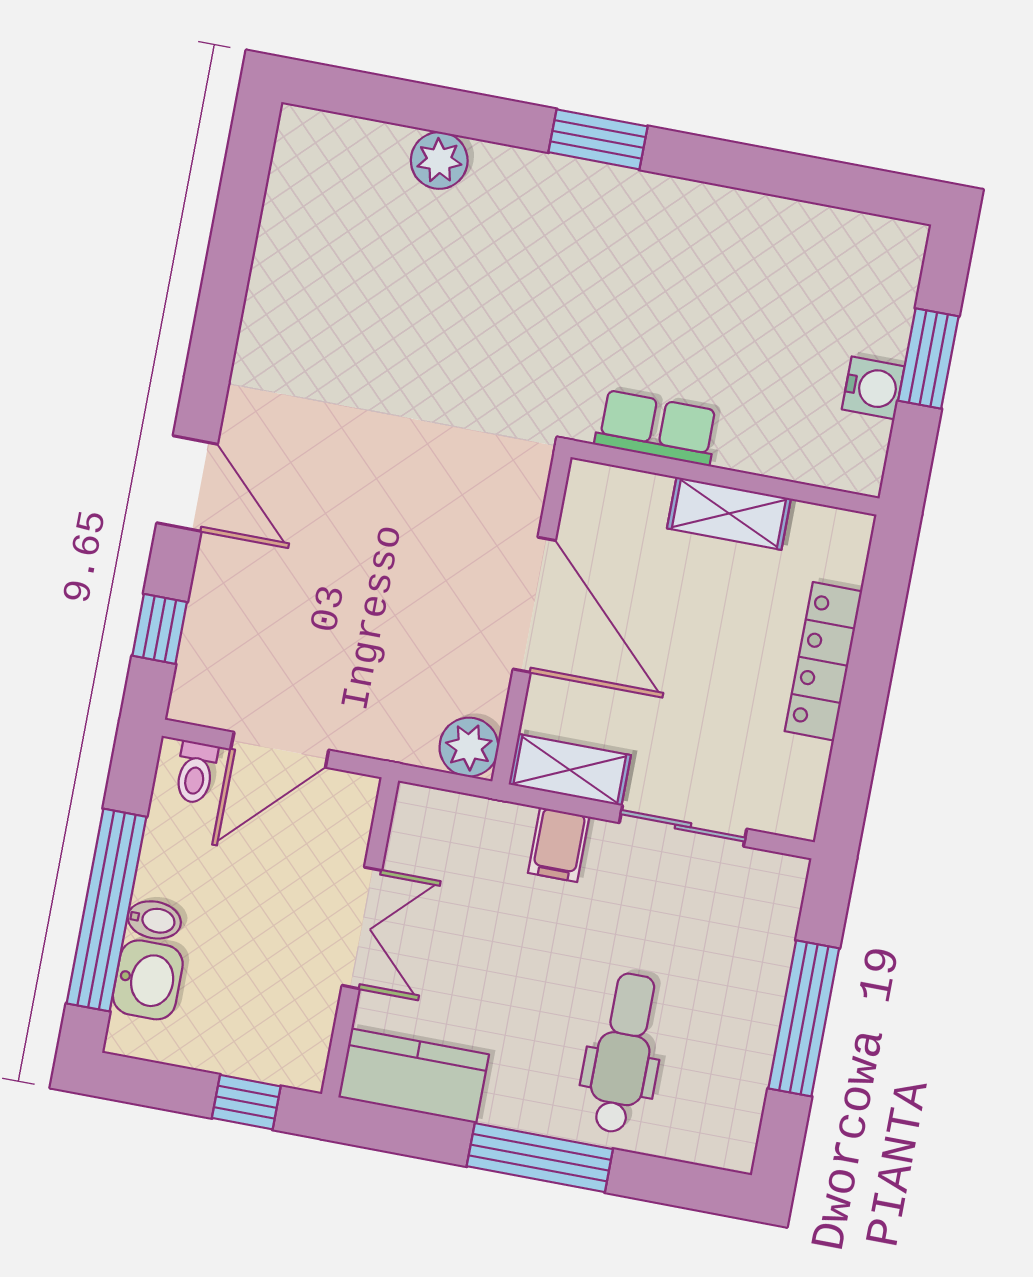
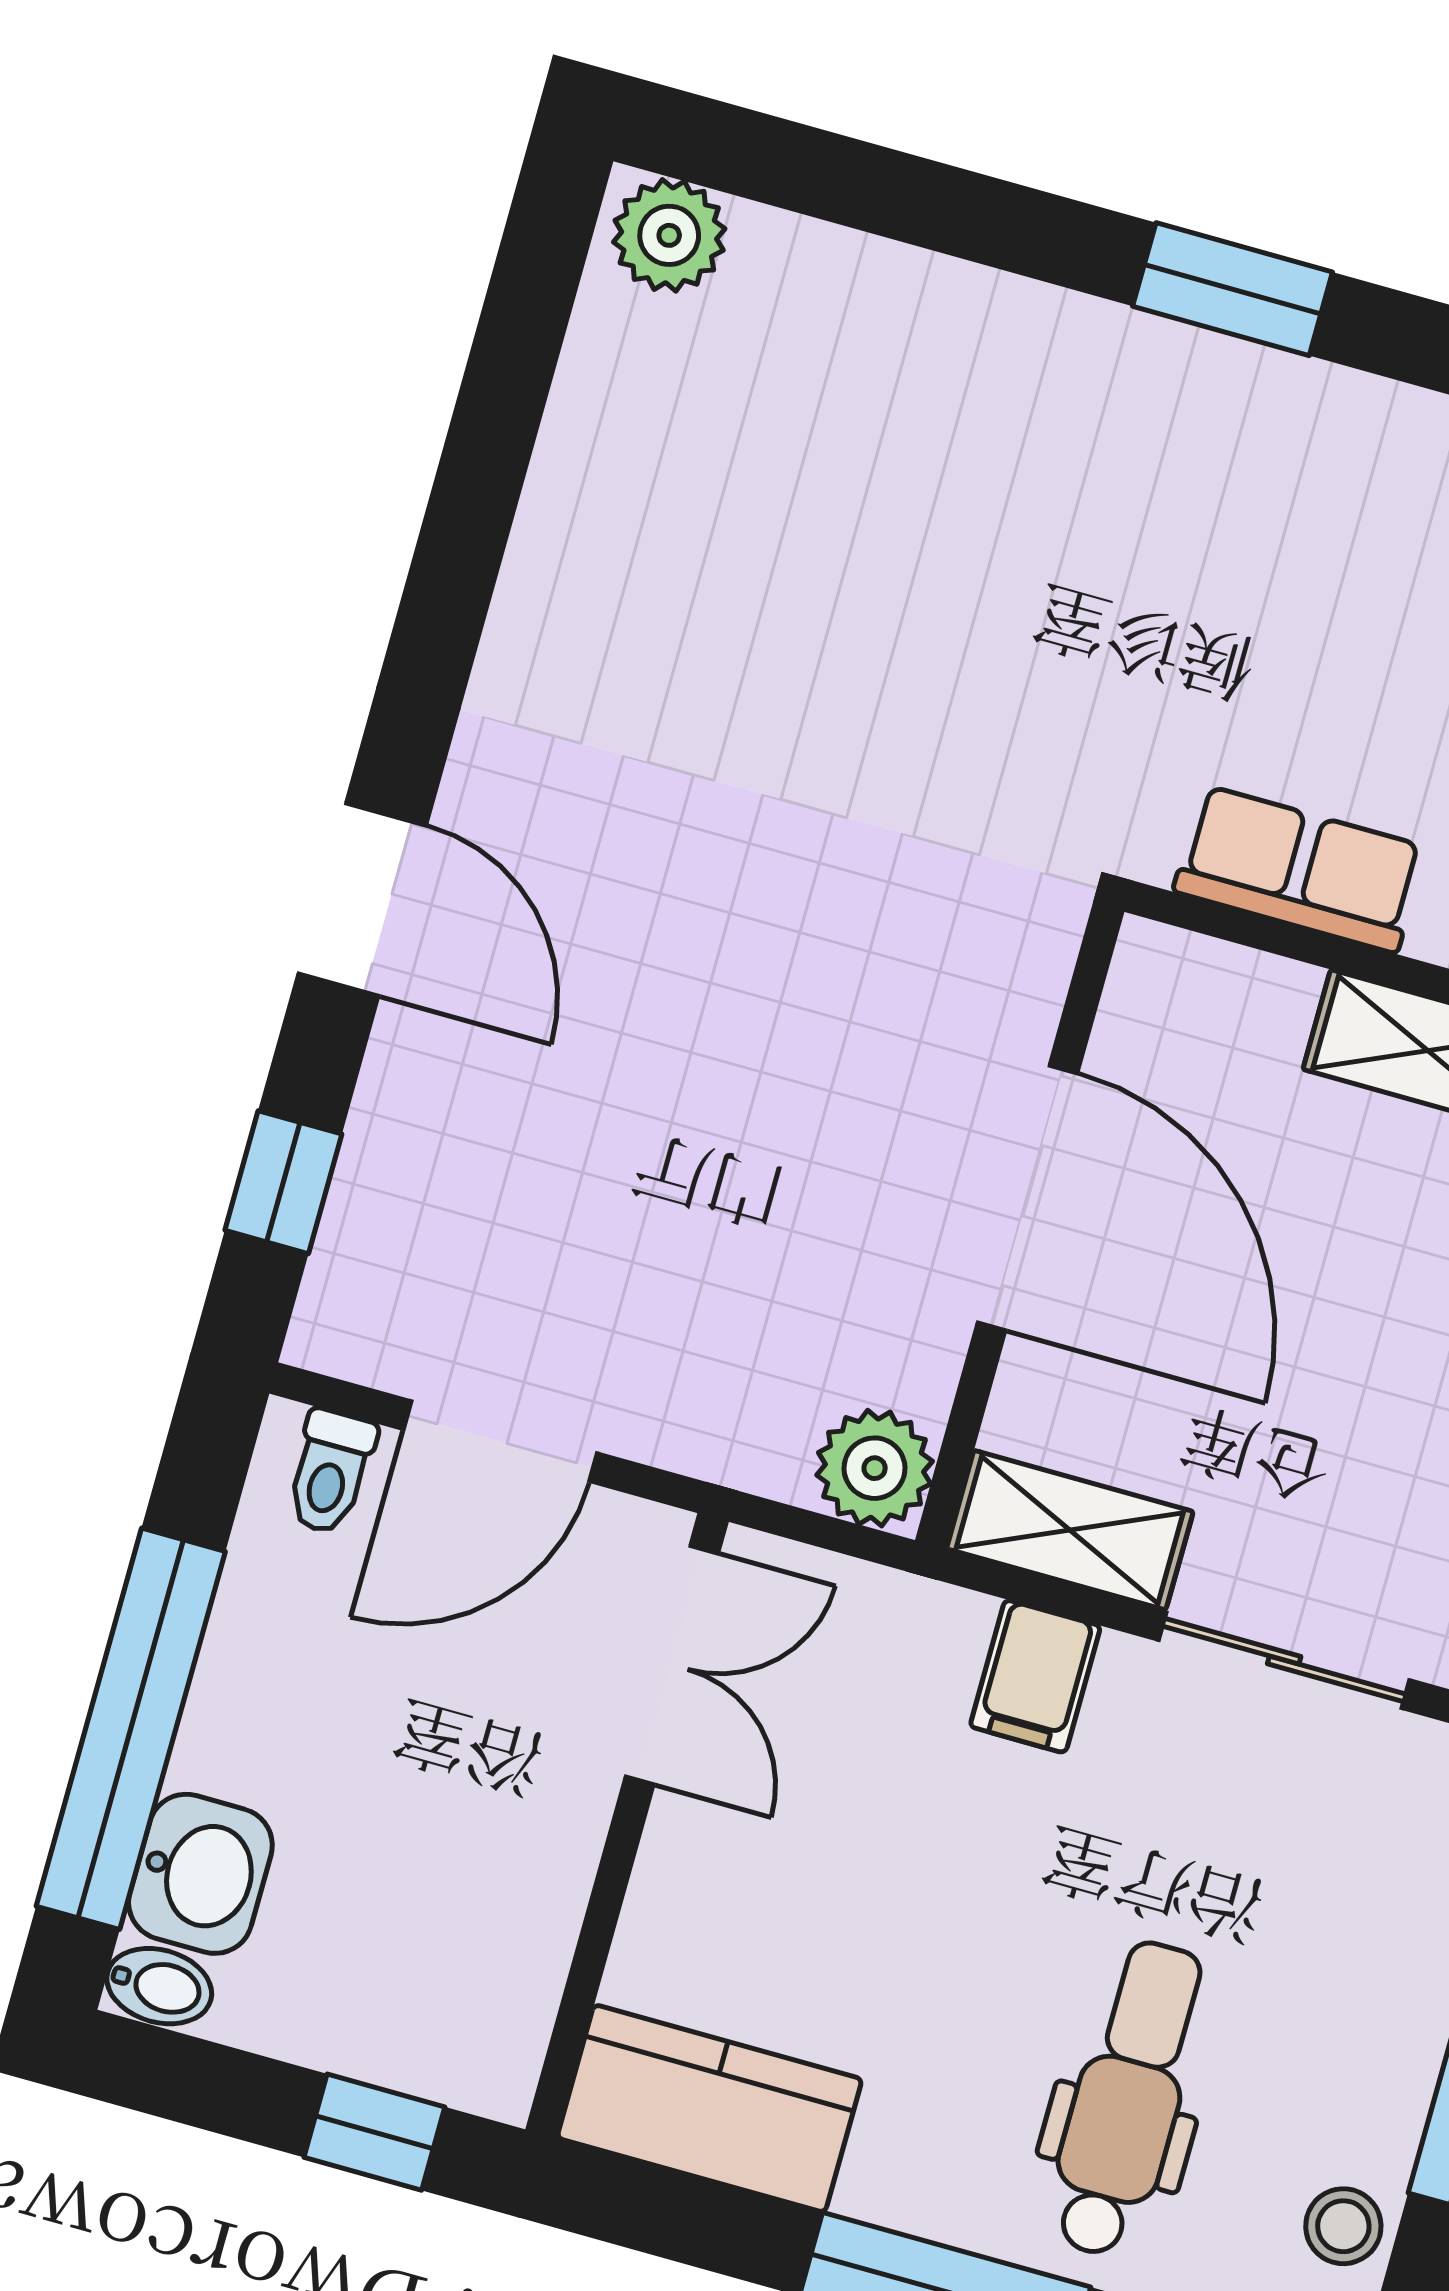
plant: (439, 161) -> (669, 235), moved
bidet: (154, 920) -> (159, 1986), moved
double door: (362, 928) -> (672, 1665), moved
stool: (737, 1108) -> (1343, 2226), added

